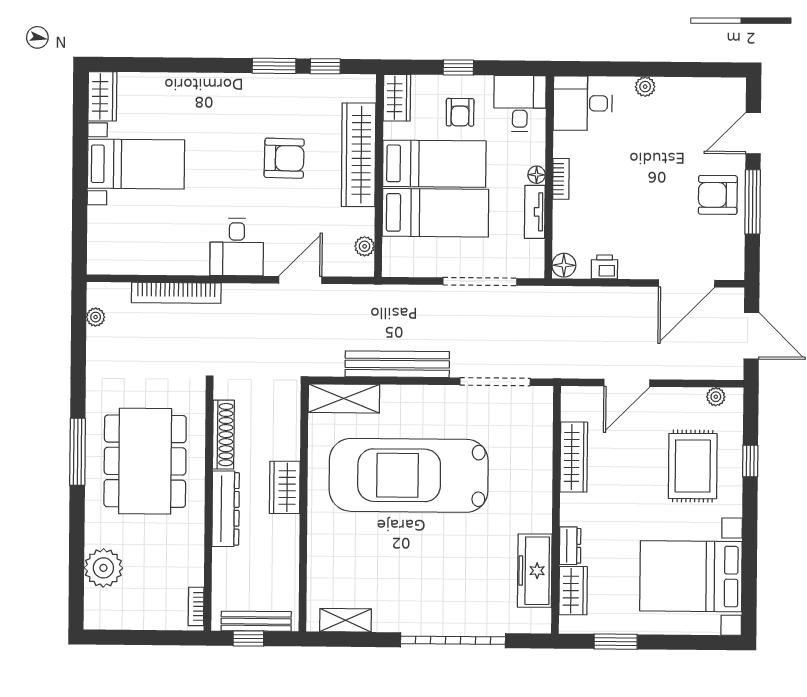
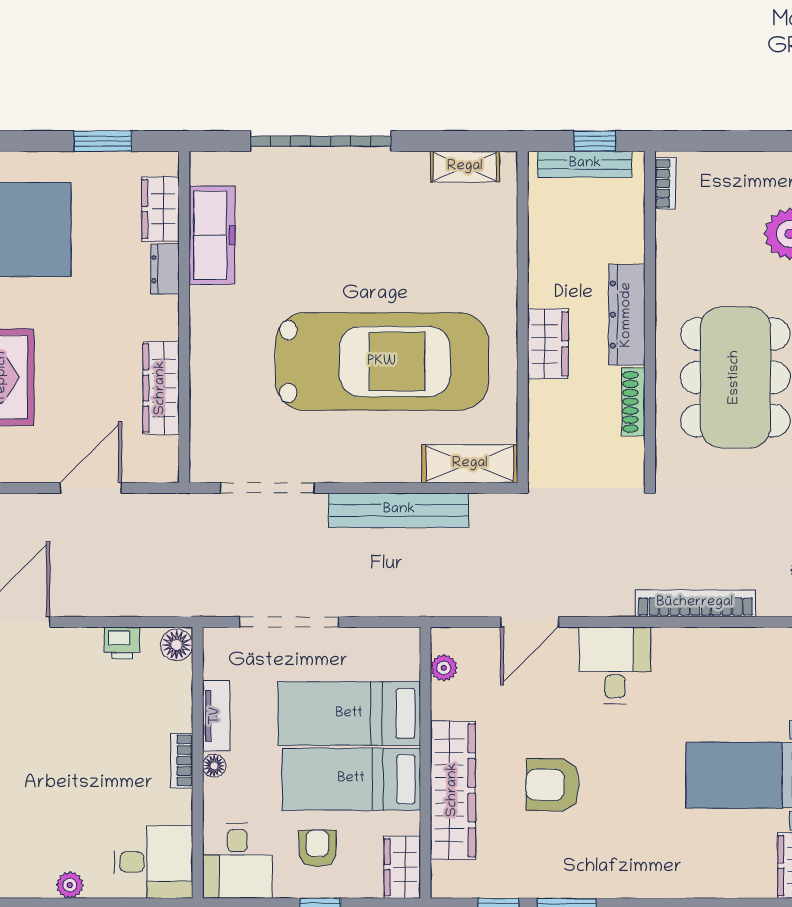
shoe rack: (223, 435) -> (633, 402), width x0.74, depth x0.81

